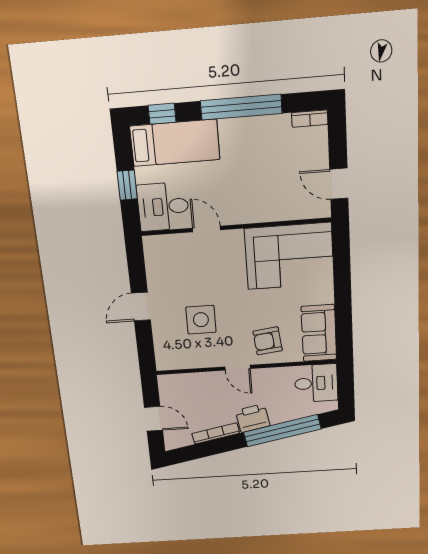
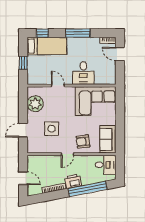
window: (241, 107) -> (78, 33), width x0.68
door: (339, 184) -> (120, 54), moved
desk: (163, 207) -> (83, 73), moved, turned -90
plant: (162, 271) -> (35, 104), added
door: (141, 307) -> (23, 130), moved
door: (238, 368) -> (67, 154), hinge flipped

